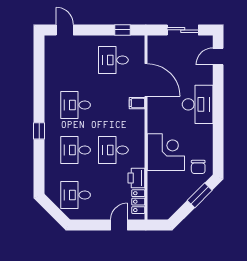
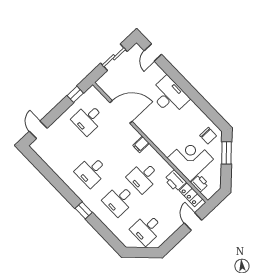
door: (65, 30) -> (38, 130), hinge flipped
filing cabinet: (137, 103) -> (141, 144), moved
corner desk: (166, 152) -> (190, 159), moved
printer: (154, 199) -> (200, 183), added

